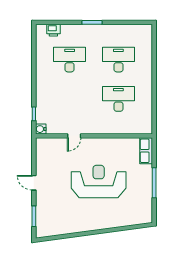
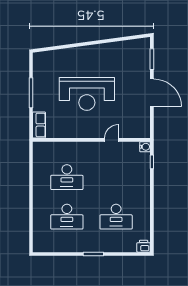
printer: (53, 30) -> (144, 246), moved
door: (34, 183) -> (152, 93), width x1.88

